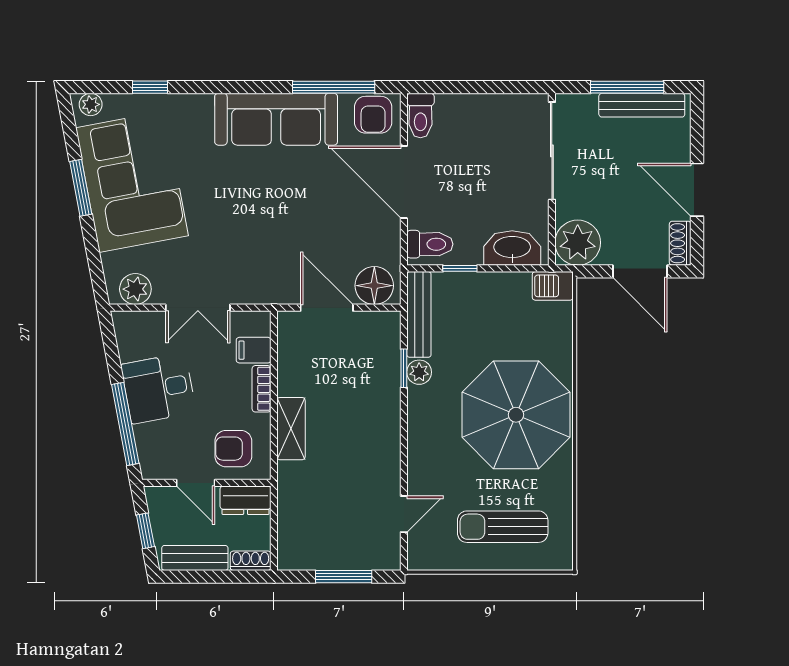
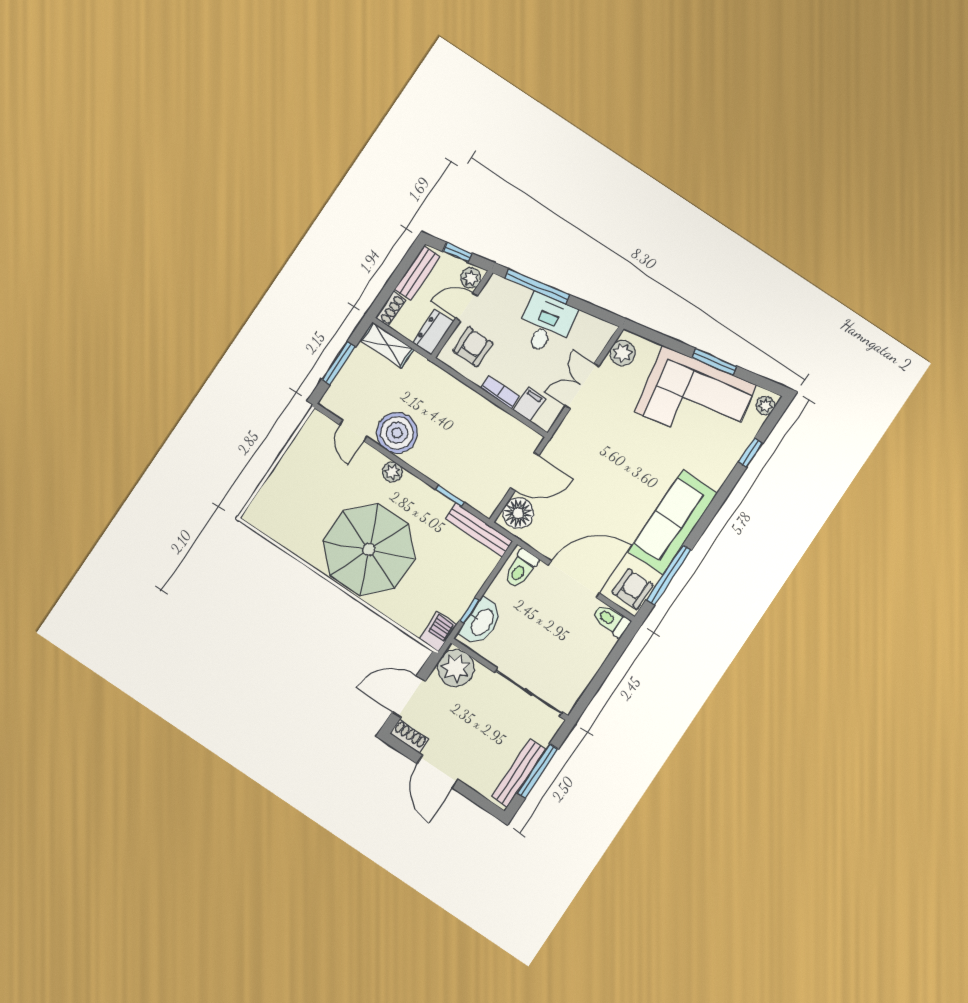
armchair: (373, 115) -> (633, 589), turned 90
door: (697, 190) -> (437, 772), swing flipped
window: (460, 268) -> (469, 611), moved
plant: (419, 372) -> (392, 472), moved
shelving: (291, 429) -> (387, 345), moved
boiler: (375, 467) -> (397, 433), added
plant: (163, 499) -> (471, 278), added
sun lounger: (503, 527) -> (301, 491), removed

